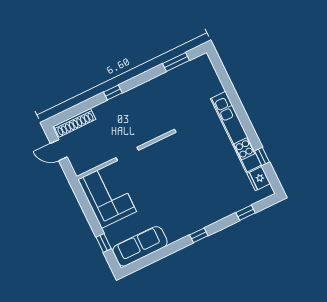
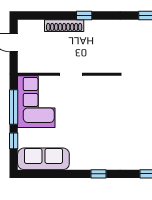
shoe rack: (75, 123) -> (64, 26), moved
window: (88, 211) -> (14, 107), added

